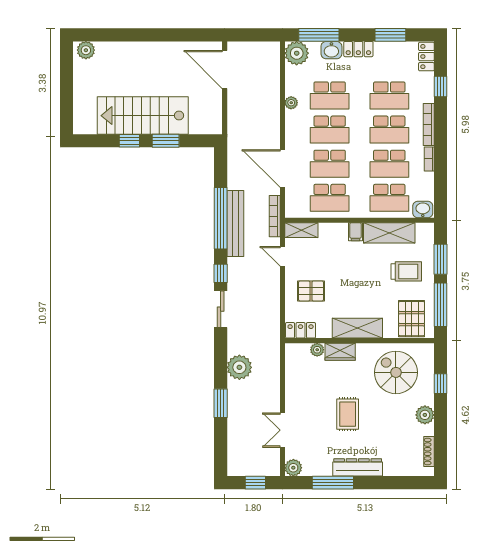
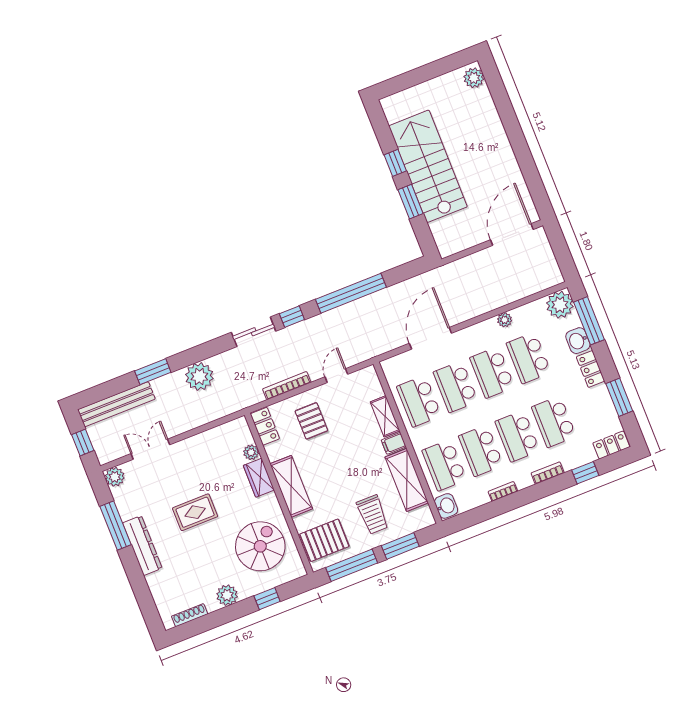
bookcase: (429, 125) -> (548, 473), width x0.64
bookcase: (275, 216) -> (287, 386), moved
bench: (235, 224) -> (116, 404), moved
shelving: (301, 230) -> (385, 416), moved

